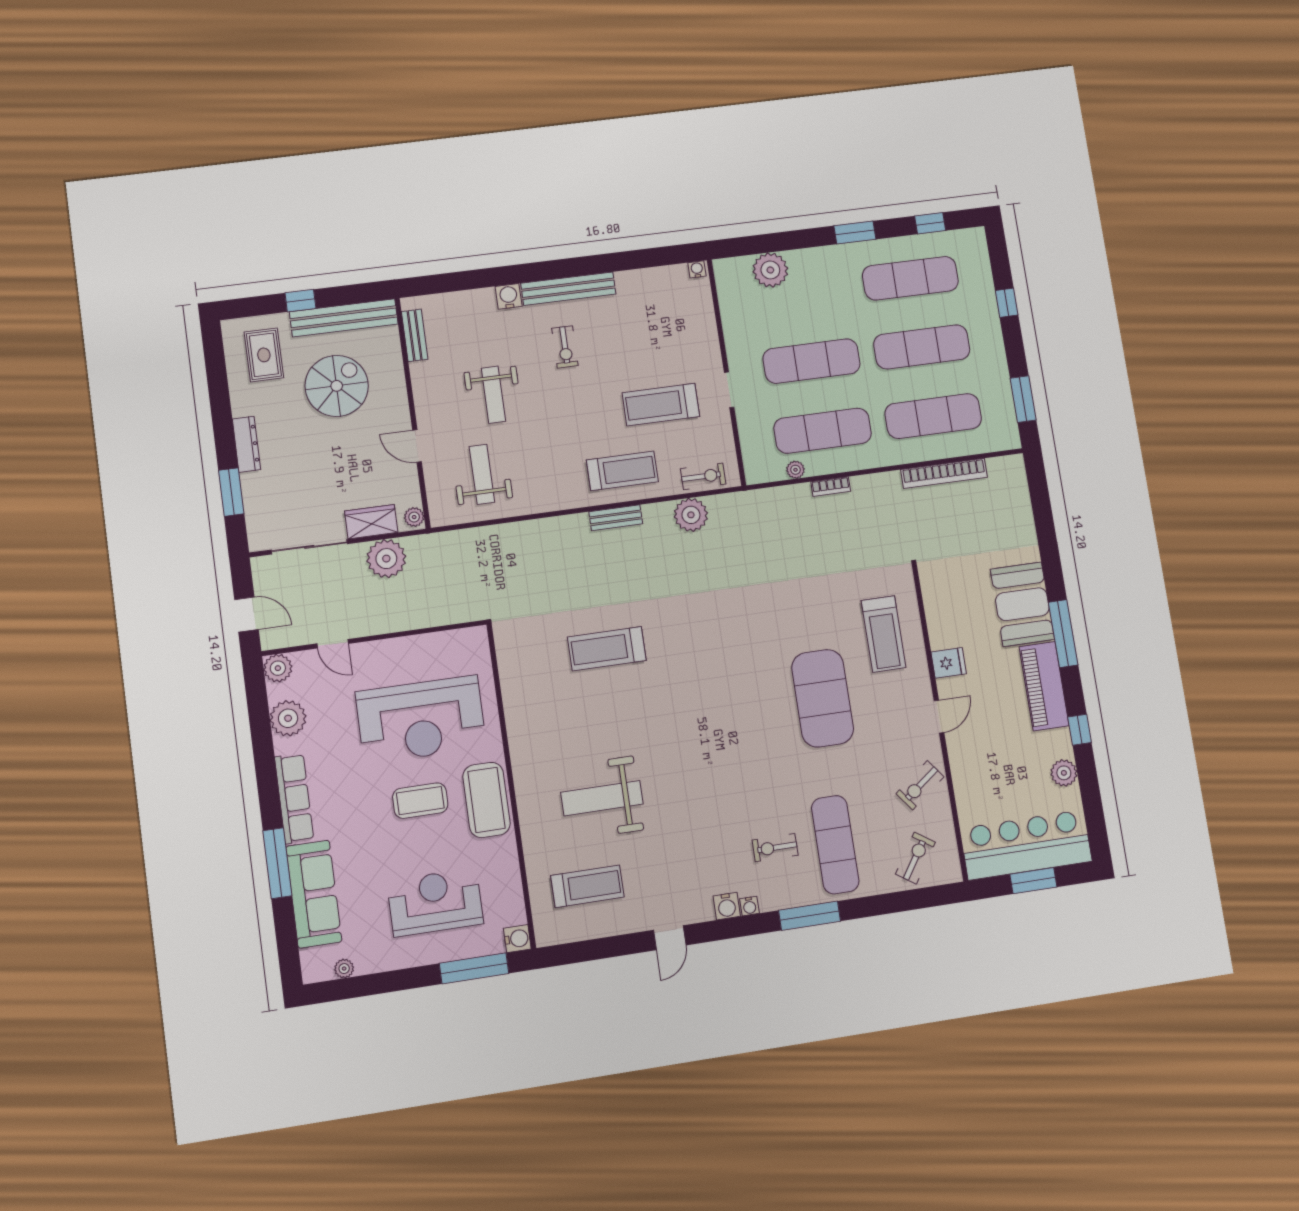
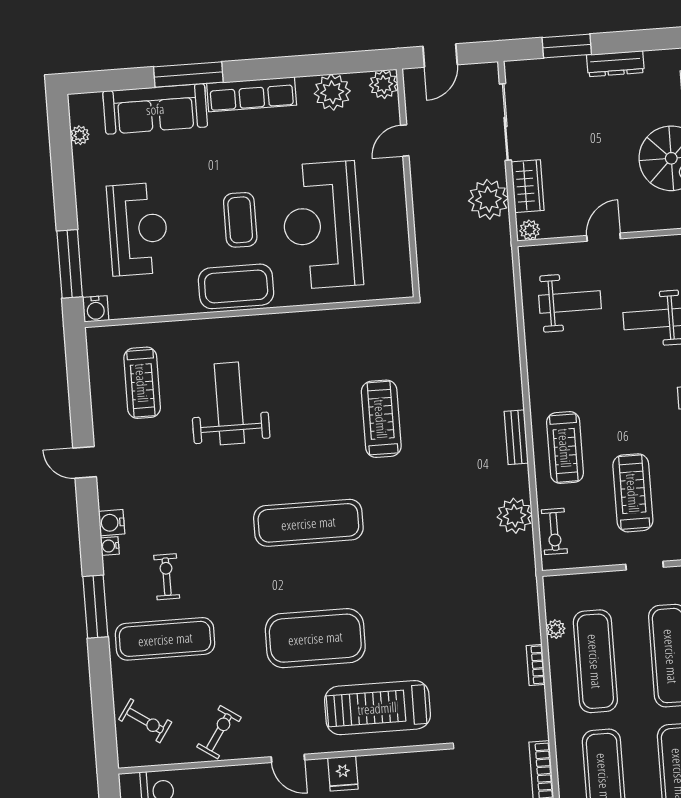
treadmill: (884, 634) -> (377, 708), width x1.37, depth x1.38
exercise mat: (712, 713) -> (308, 523), added
exercise bike: (920, 785) -> (219, 732), turned 71

